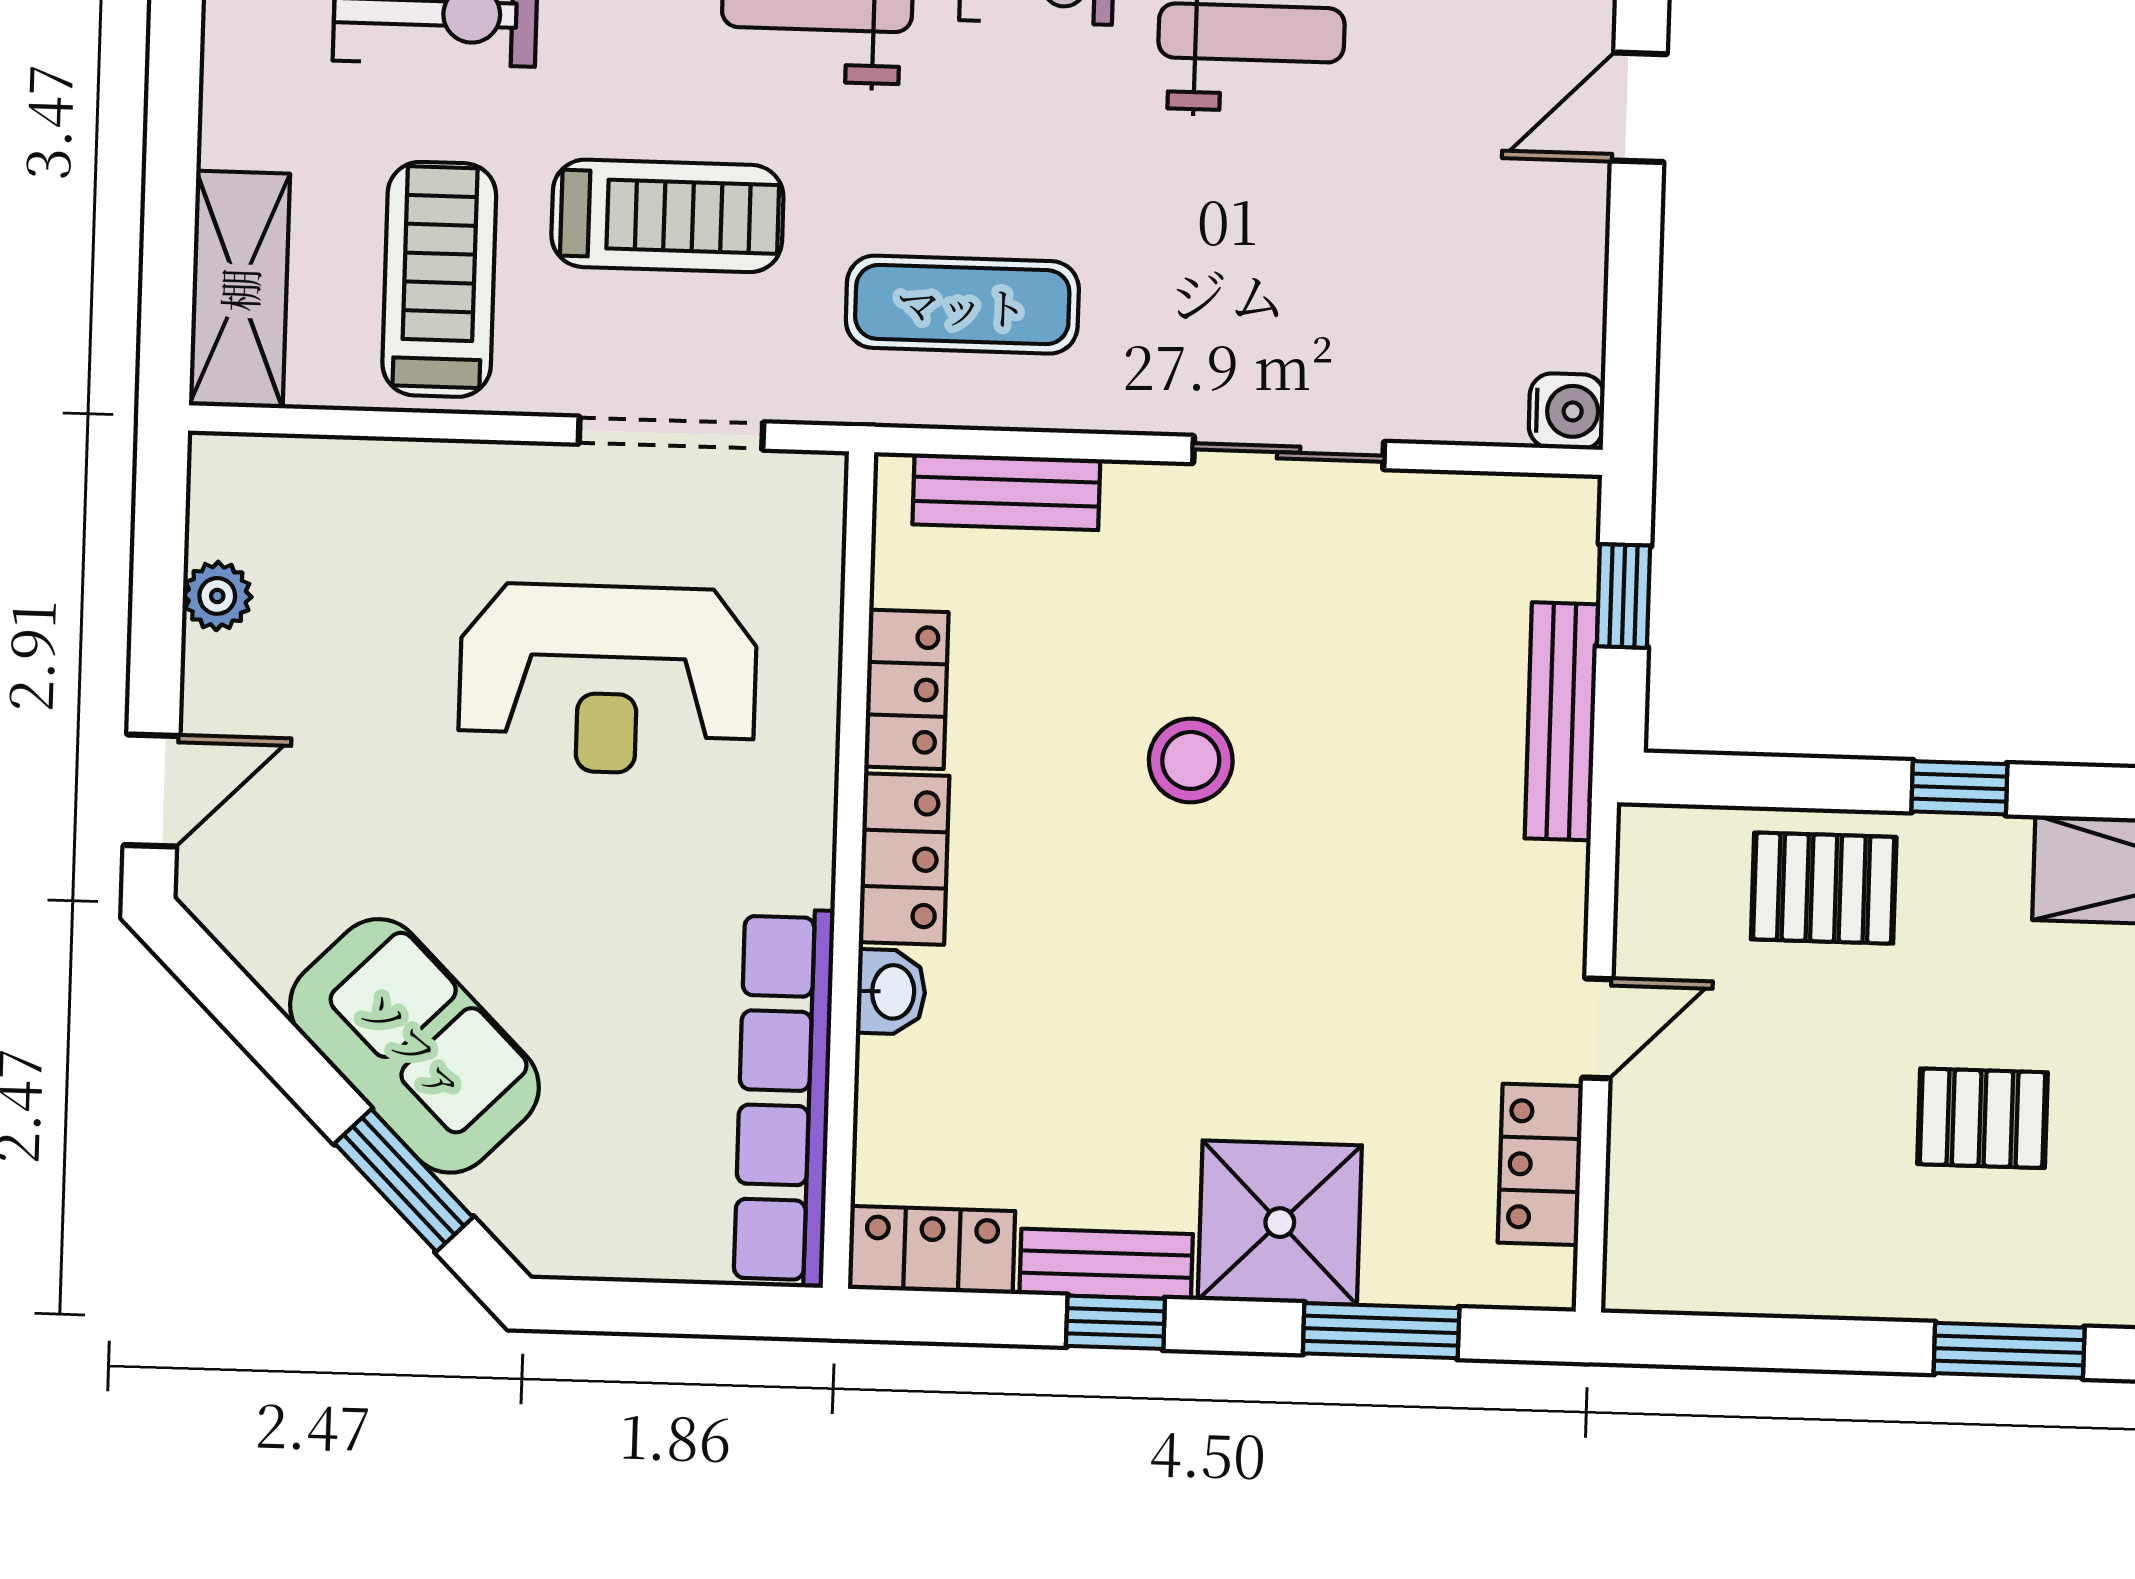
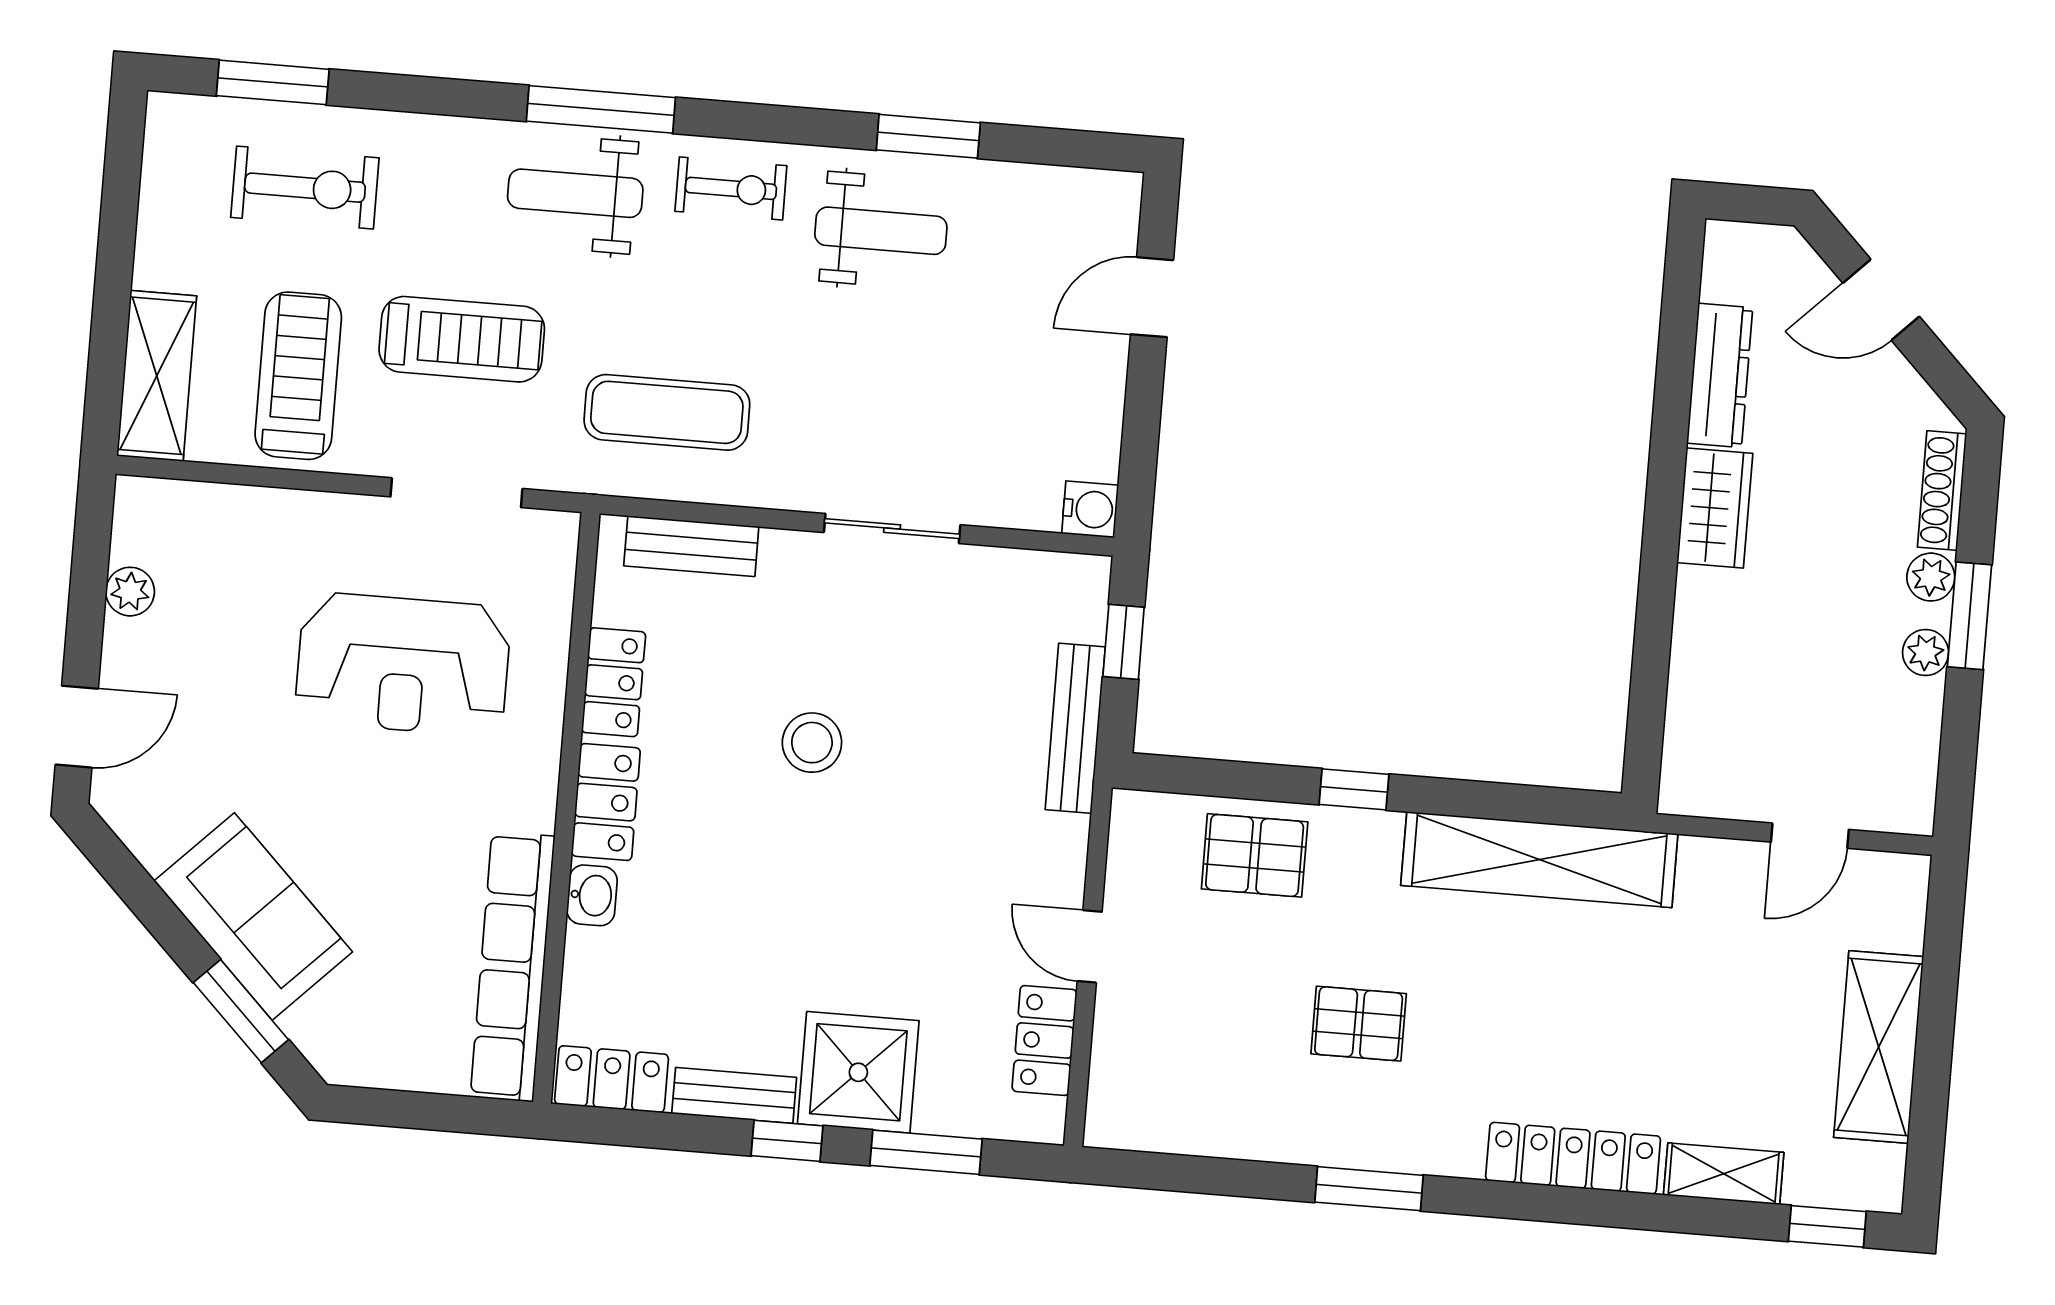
door: (1597, 1028) -> (1090, 946), swing flipped
window: (1115, 1322) -> (787, 1141), moved

